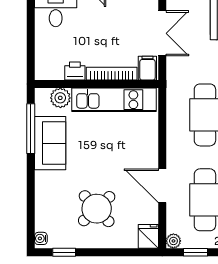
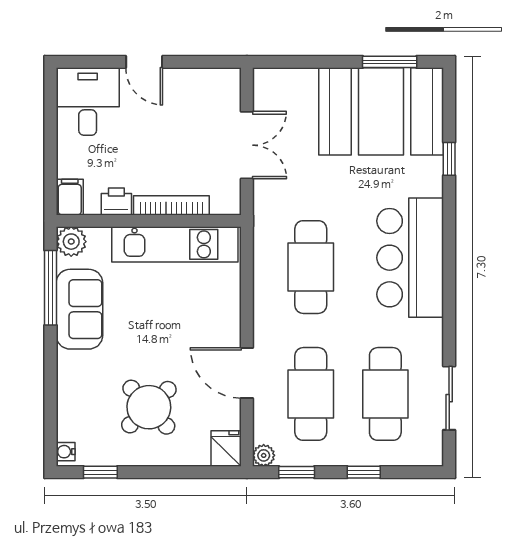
filing cabinet: (147, 68) -> (70, 197), moved
plant: (60, 98) -> (71, 242), moved

